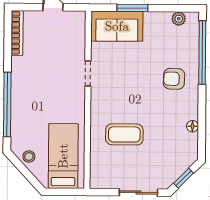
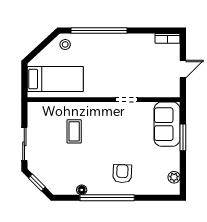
bookcase: (17, 33) -> (168, 38), width x0.64
window: (202, 52) -> (107, 198), moved
coffee table: (124, 134) -> (74, 131), width x0.73, depth x0.77
stool: (29, 157) -> (65, 44), moved

